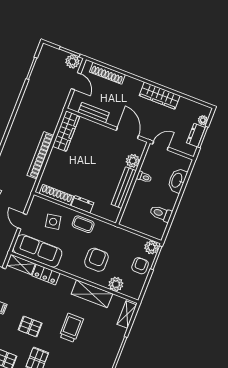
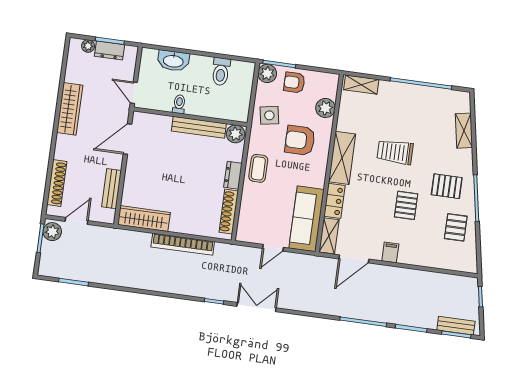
plant: (133, 161) -> (235, 134), moved
side table: (53, 222) -> (269, 115), moved
shelving: (92, 294) -> (342, 158), moved

